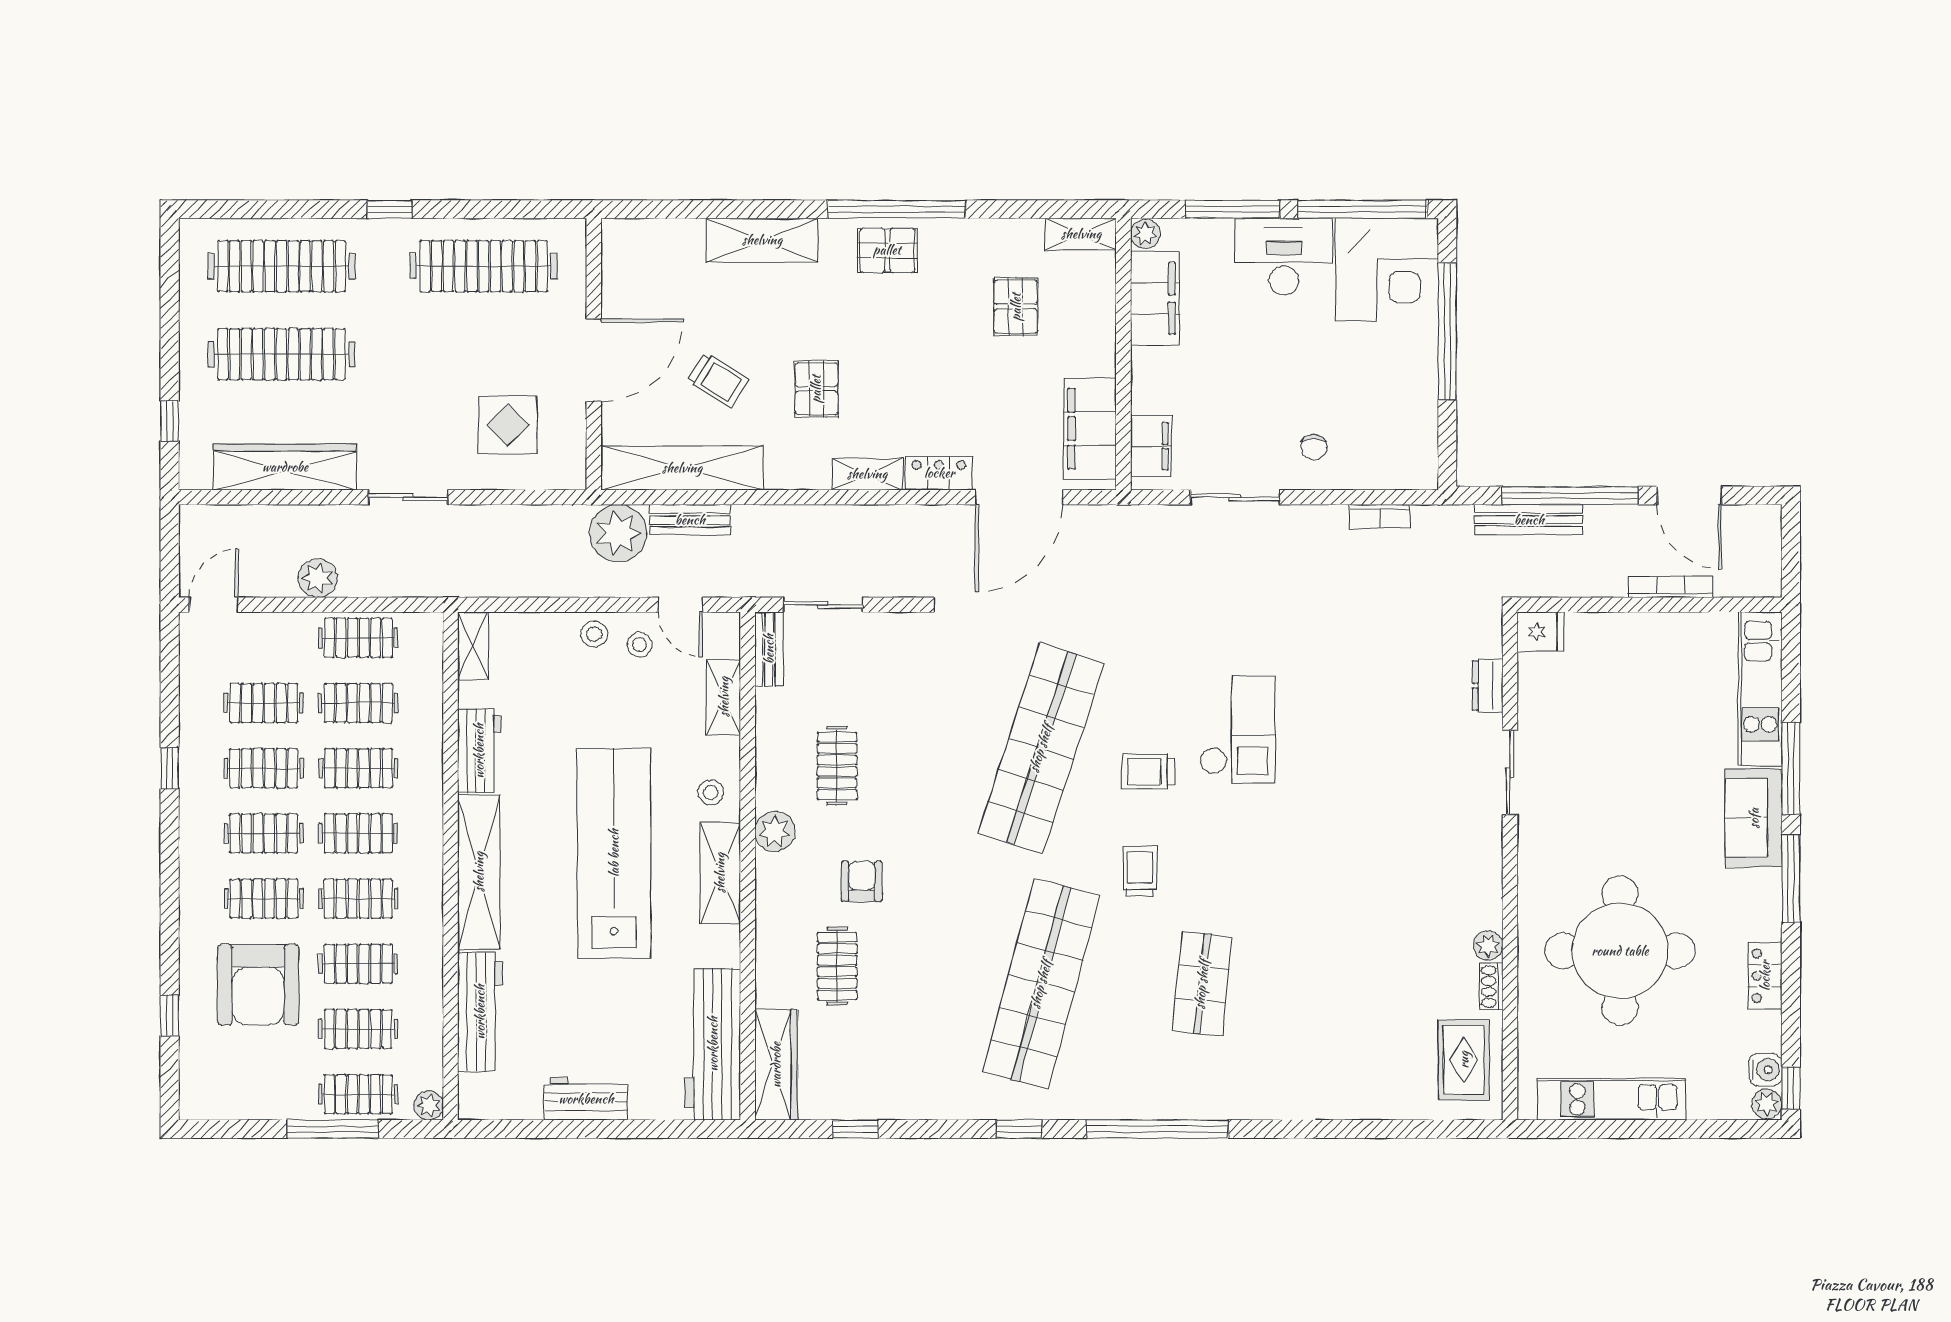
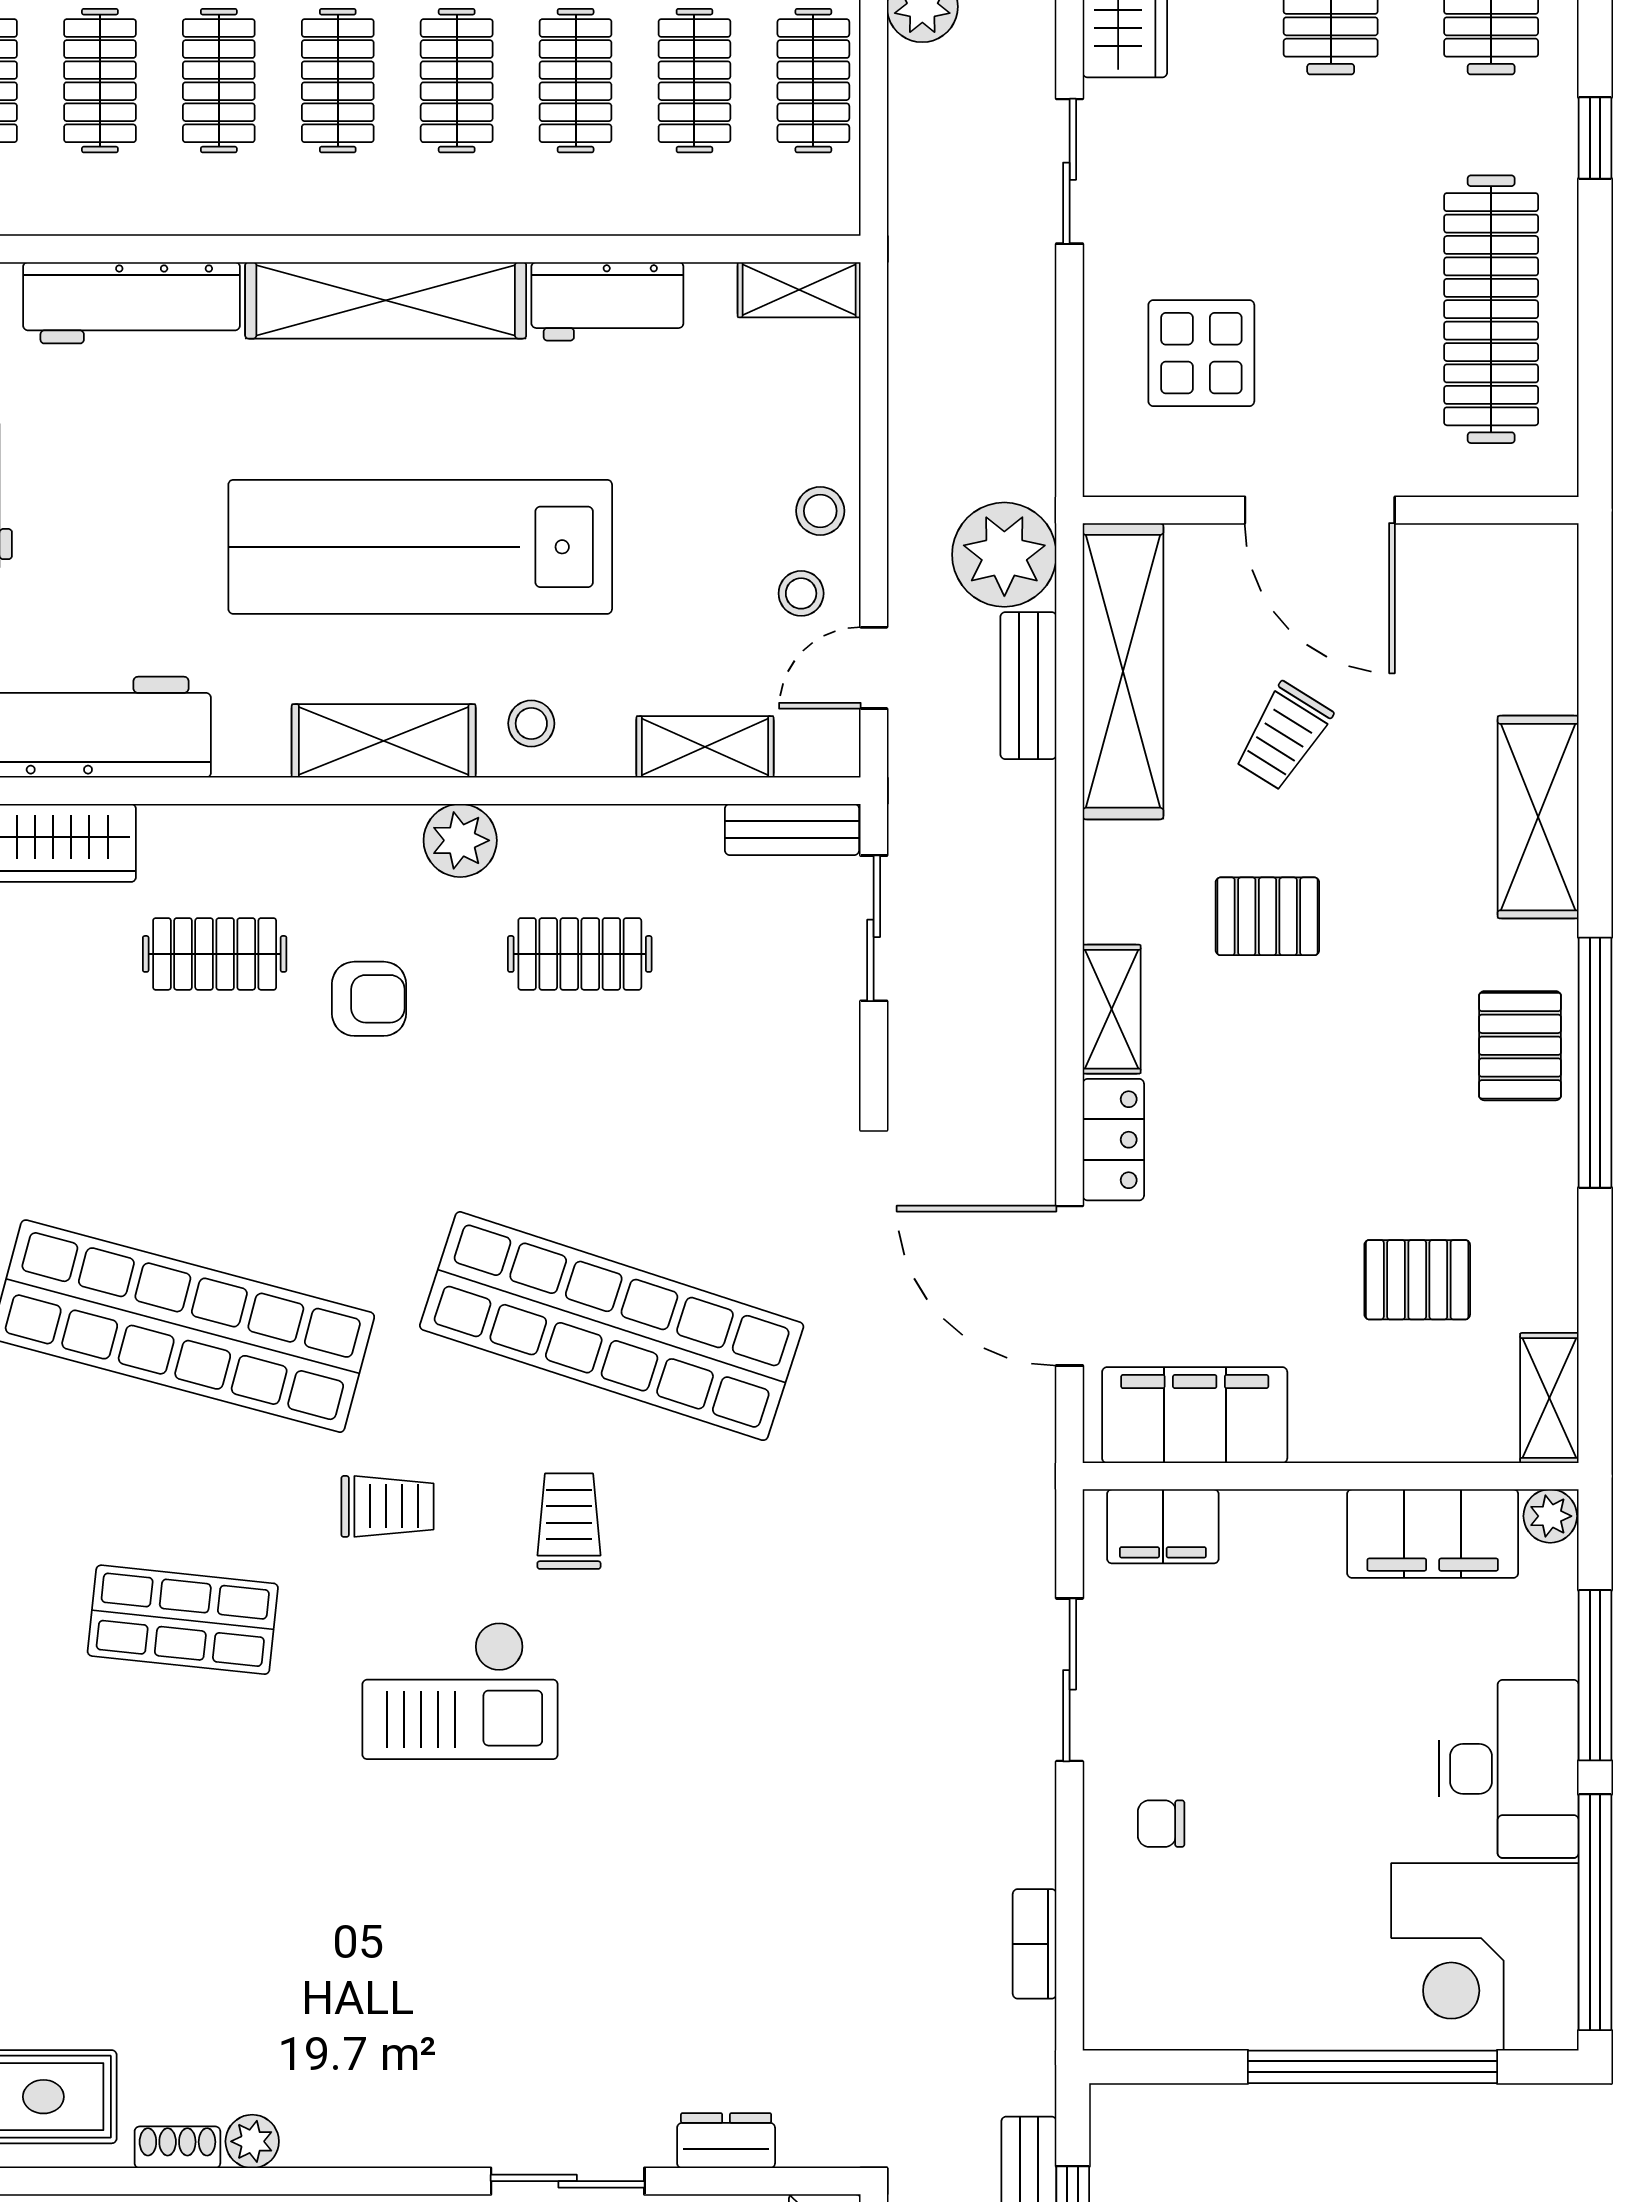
checkout: (1238, 730) -> (460, 1691), moved
lab bench: (614, 853) -> (420, 547), turned 180

